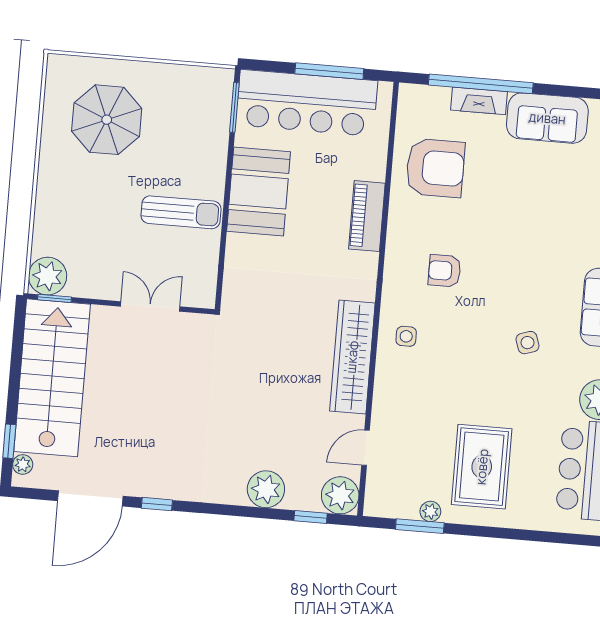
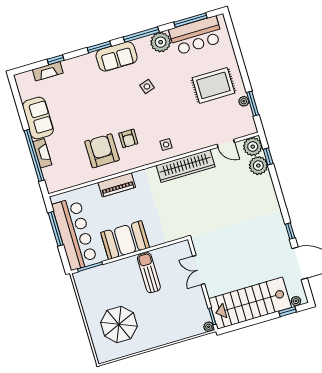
armchair: (435, 168) -> (102, 151), moved
plant: (48, 276) -> (209, 327), width x0.53, depth x0.53
plant: (266, 489) -> (258, 166), moved

